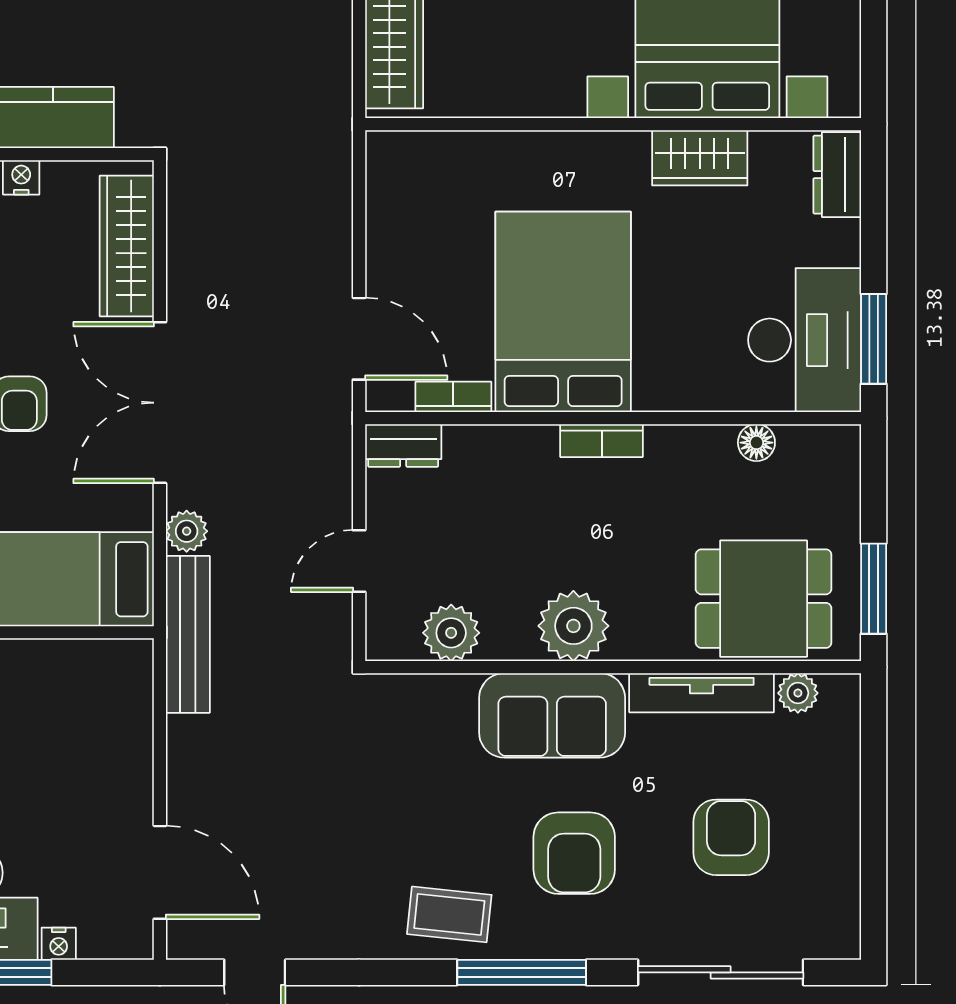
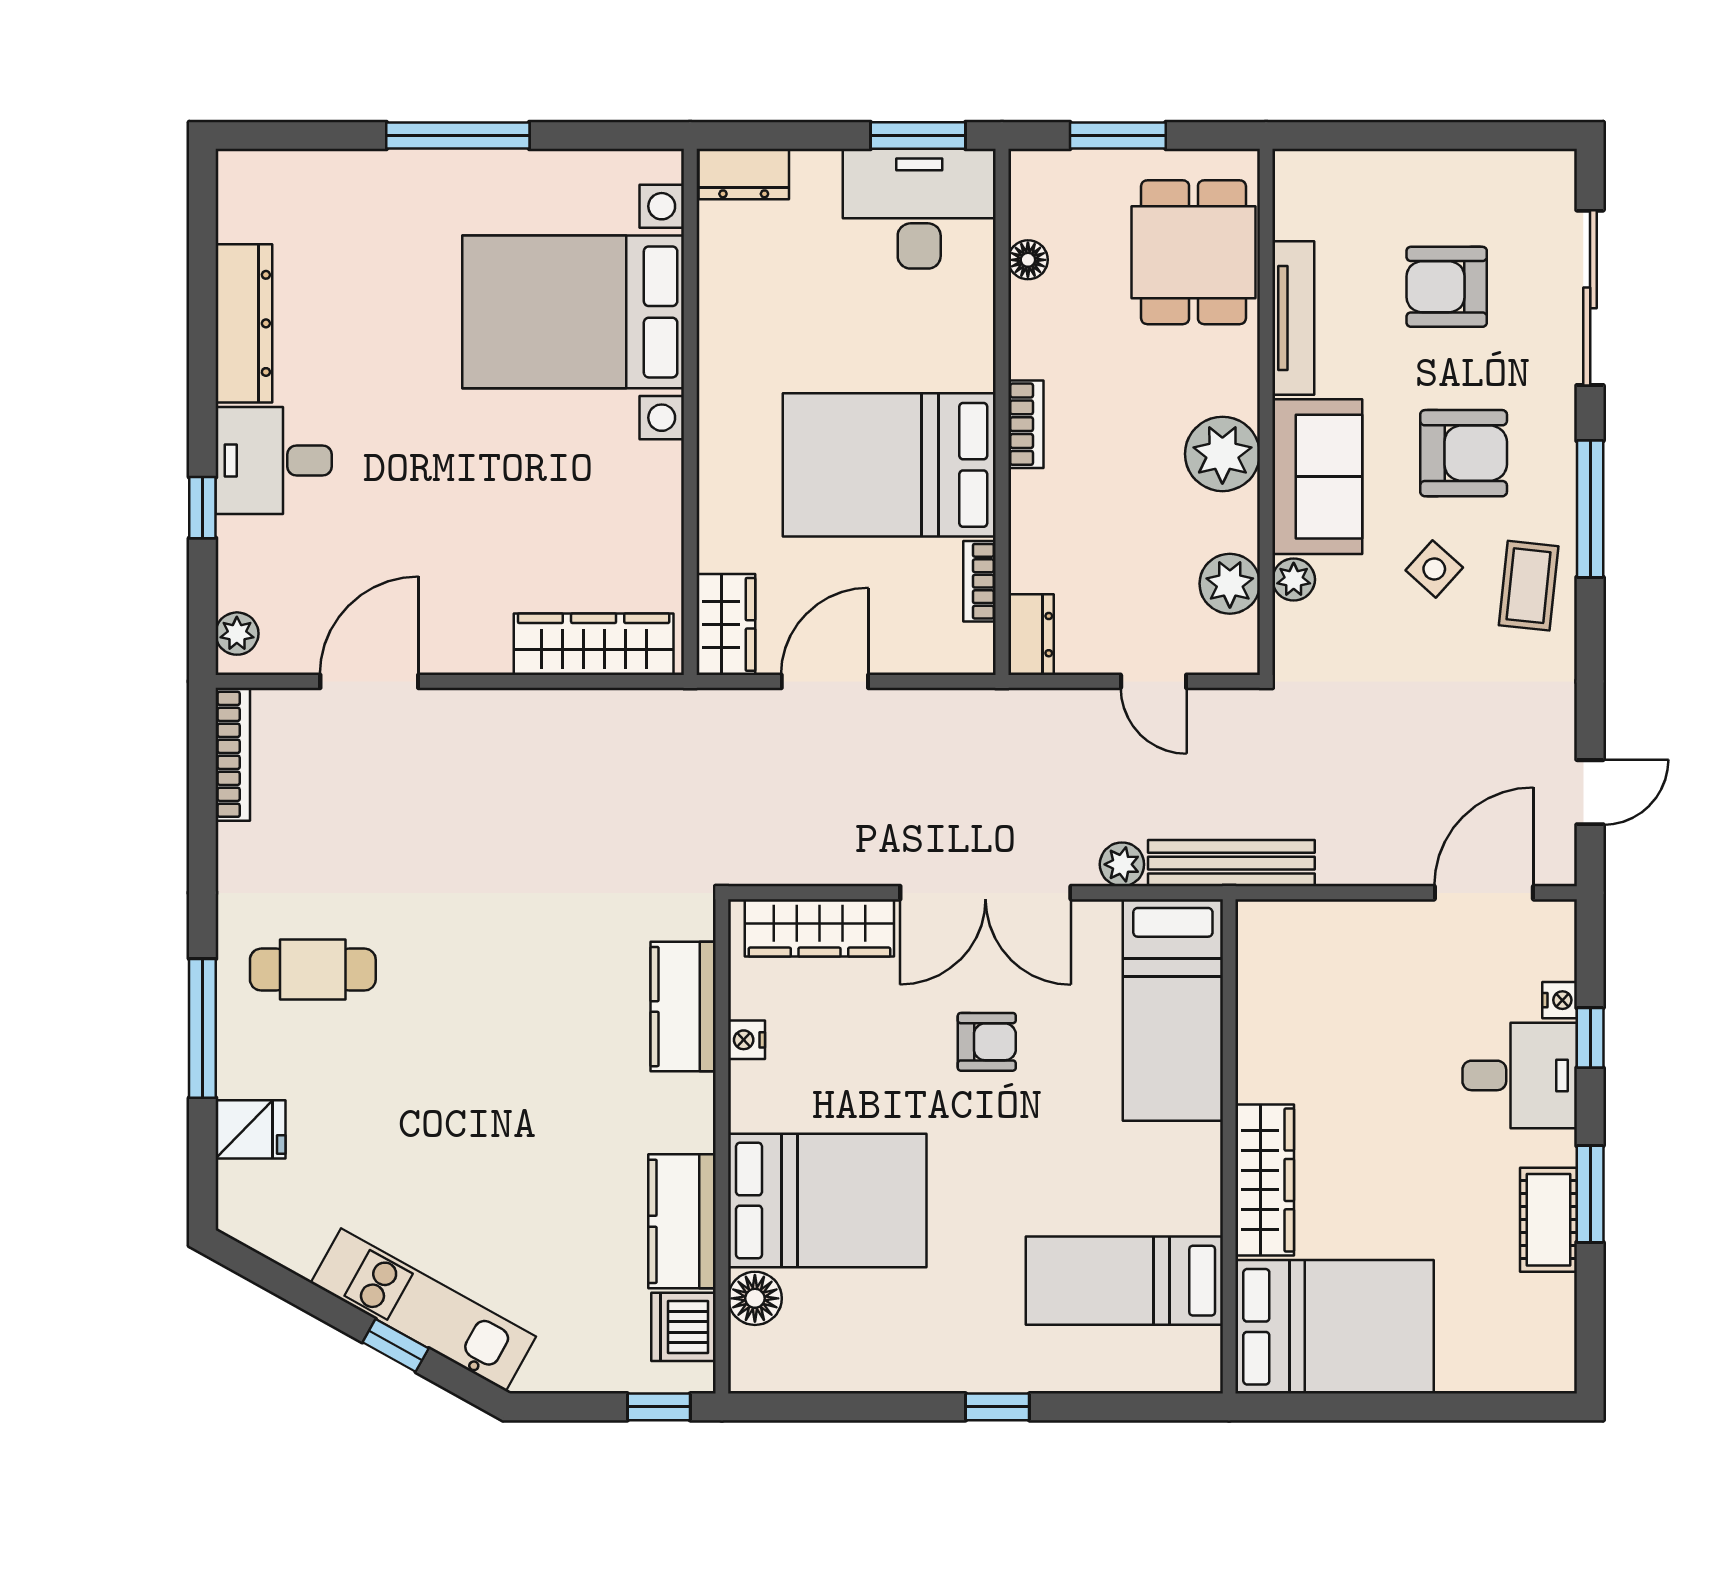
wardrobe: (700, 158) -> (726, 624), moved
door: (359, 339) -> (825, 681), moved
window: (874, 589) -> (1118, 136), moved
plant: (798, 693) -> (1294, 580), moved
side table: (465, 826) -> (1434, 569), added

